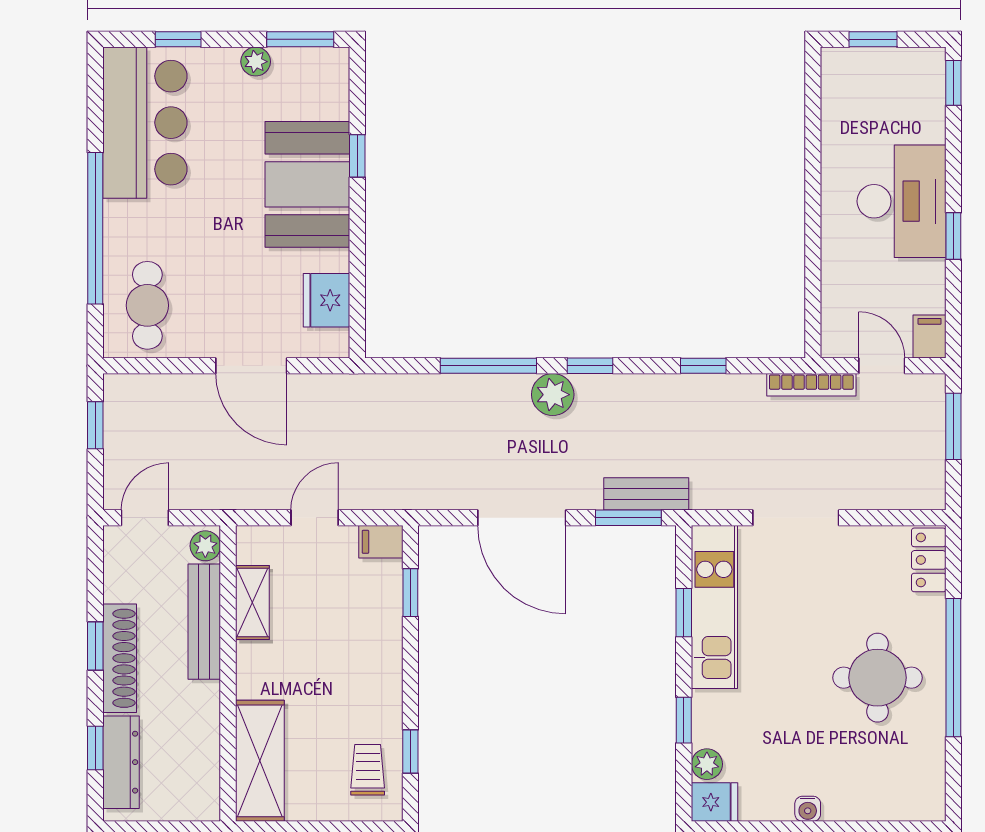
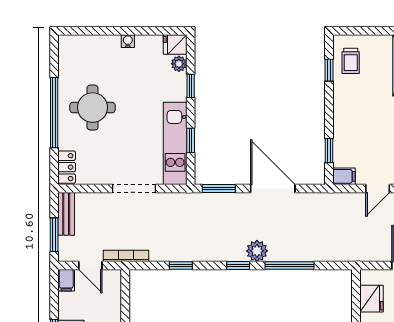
bench: (646, 494) -> (66, 214), moved, turned 90

